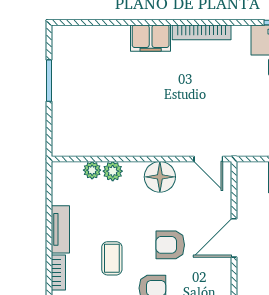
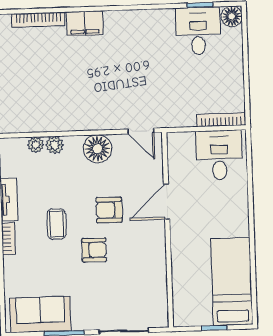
bookcase: (202, 32) -> (38, 20), moved

